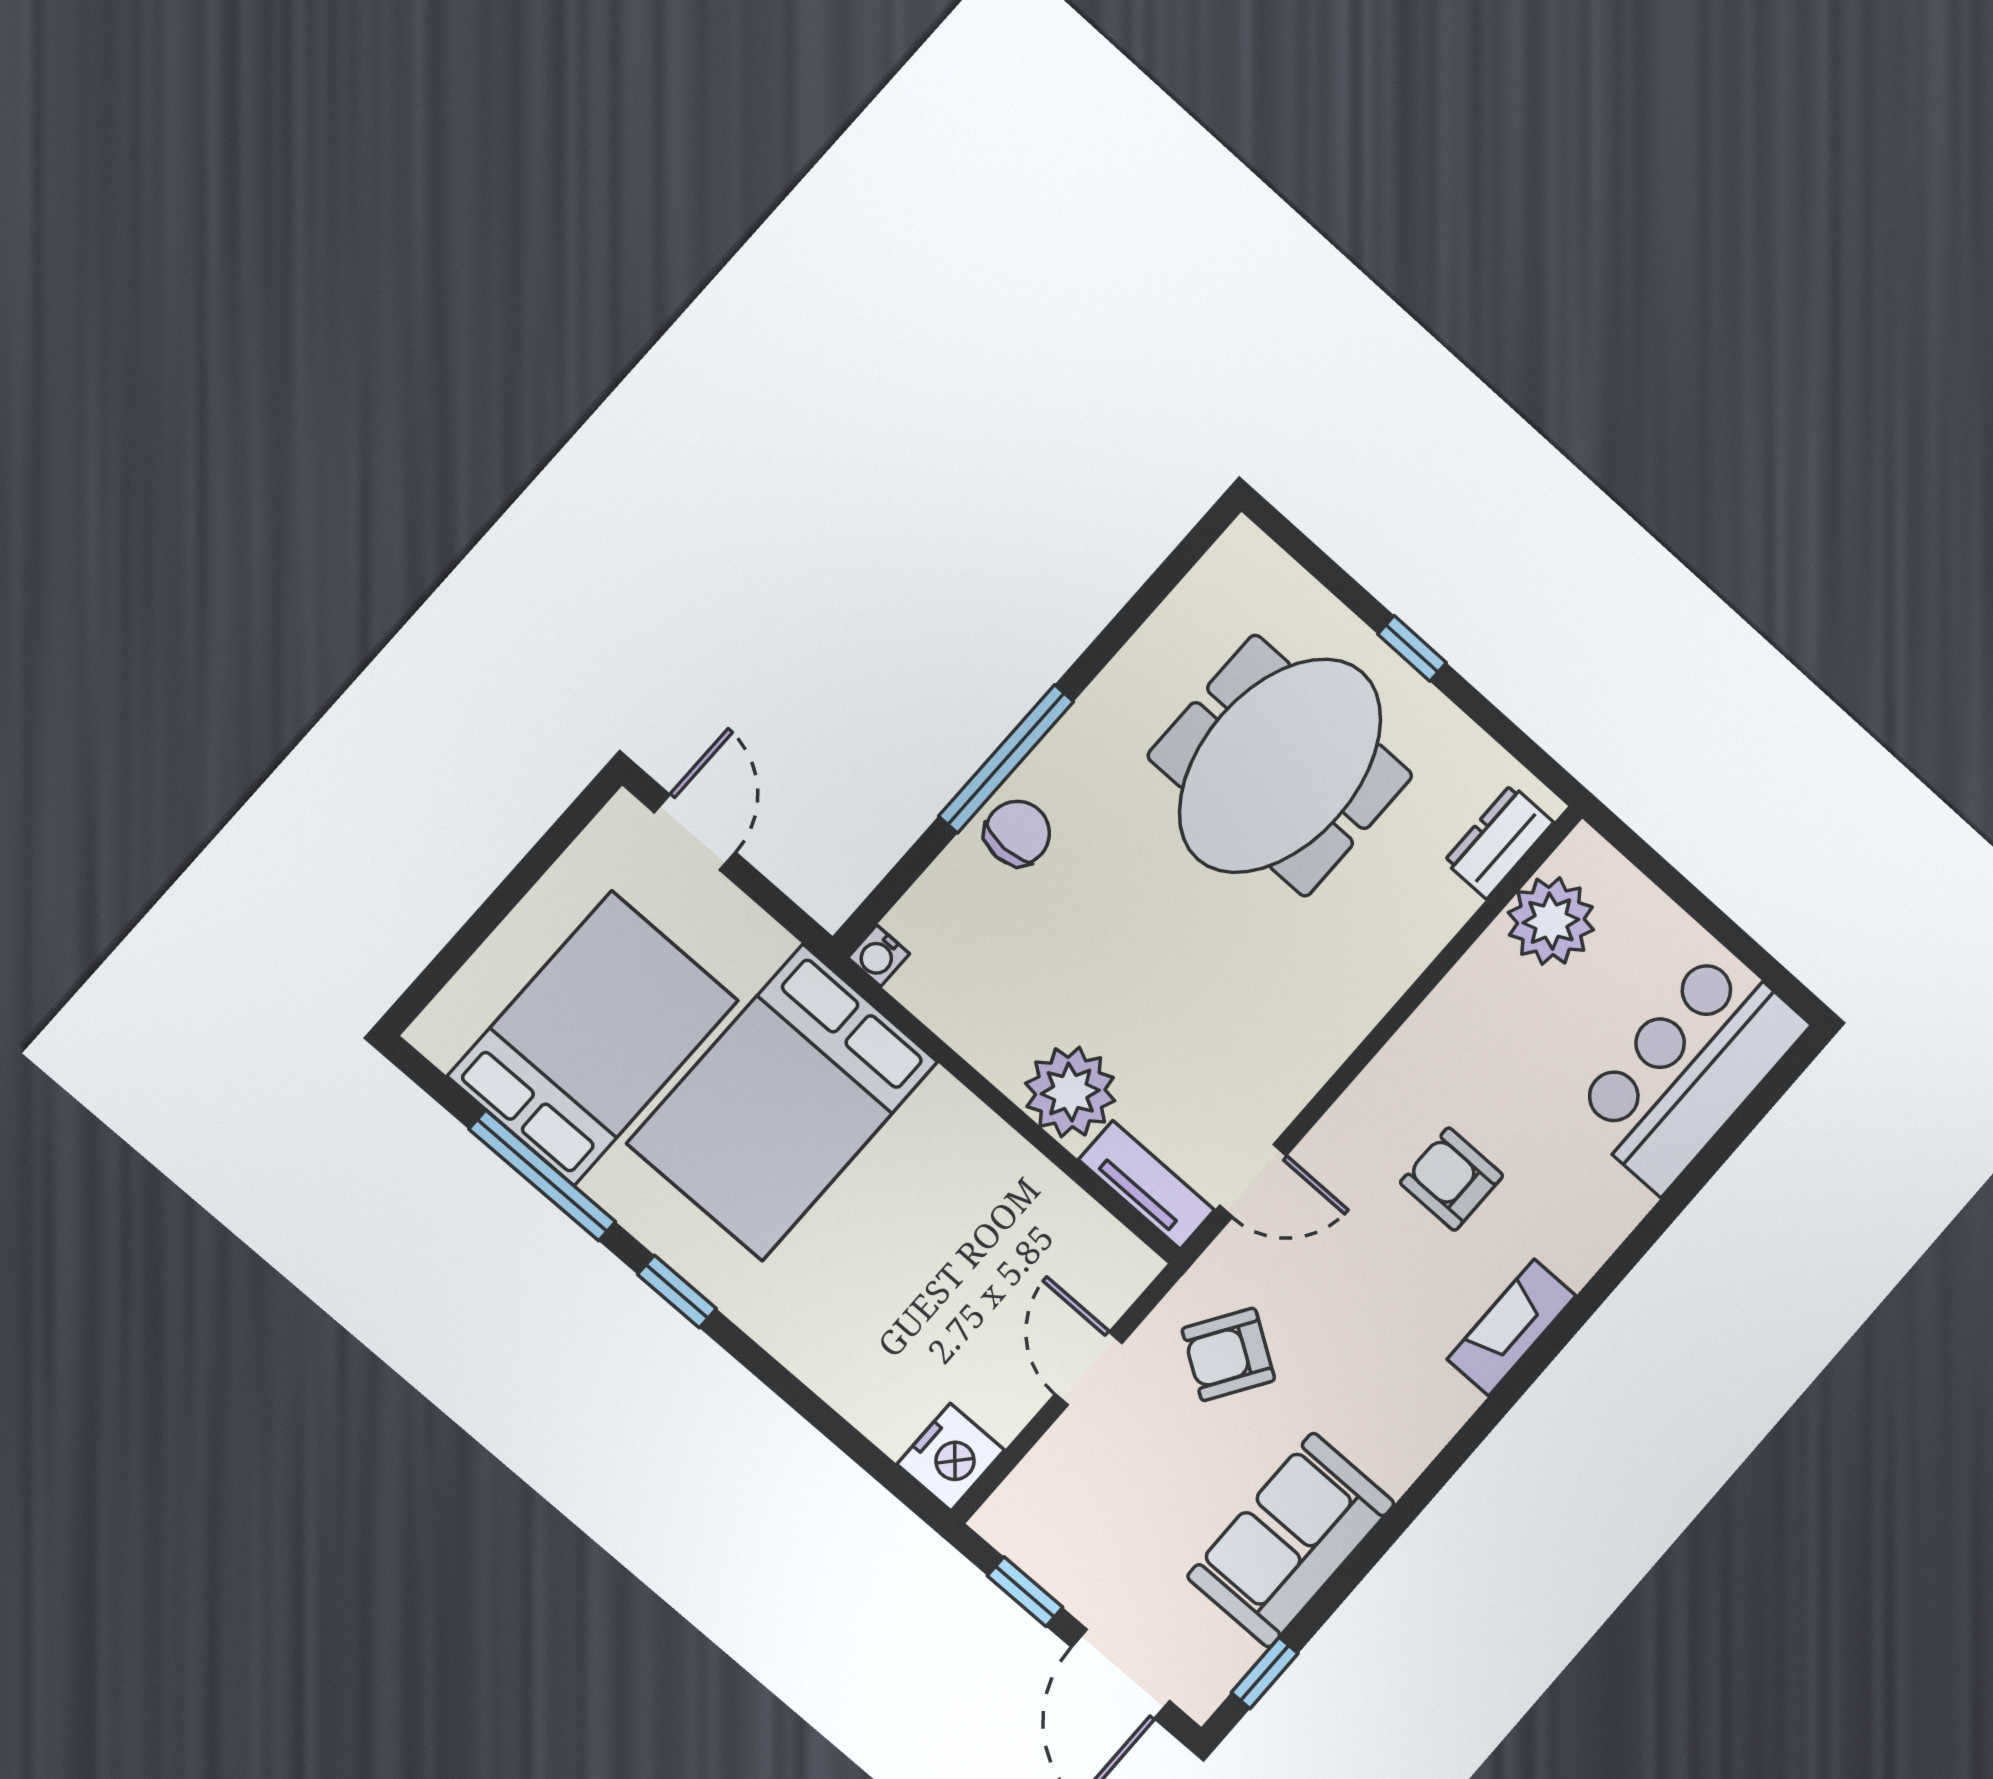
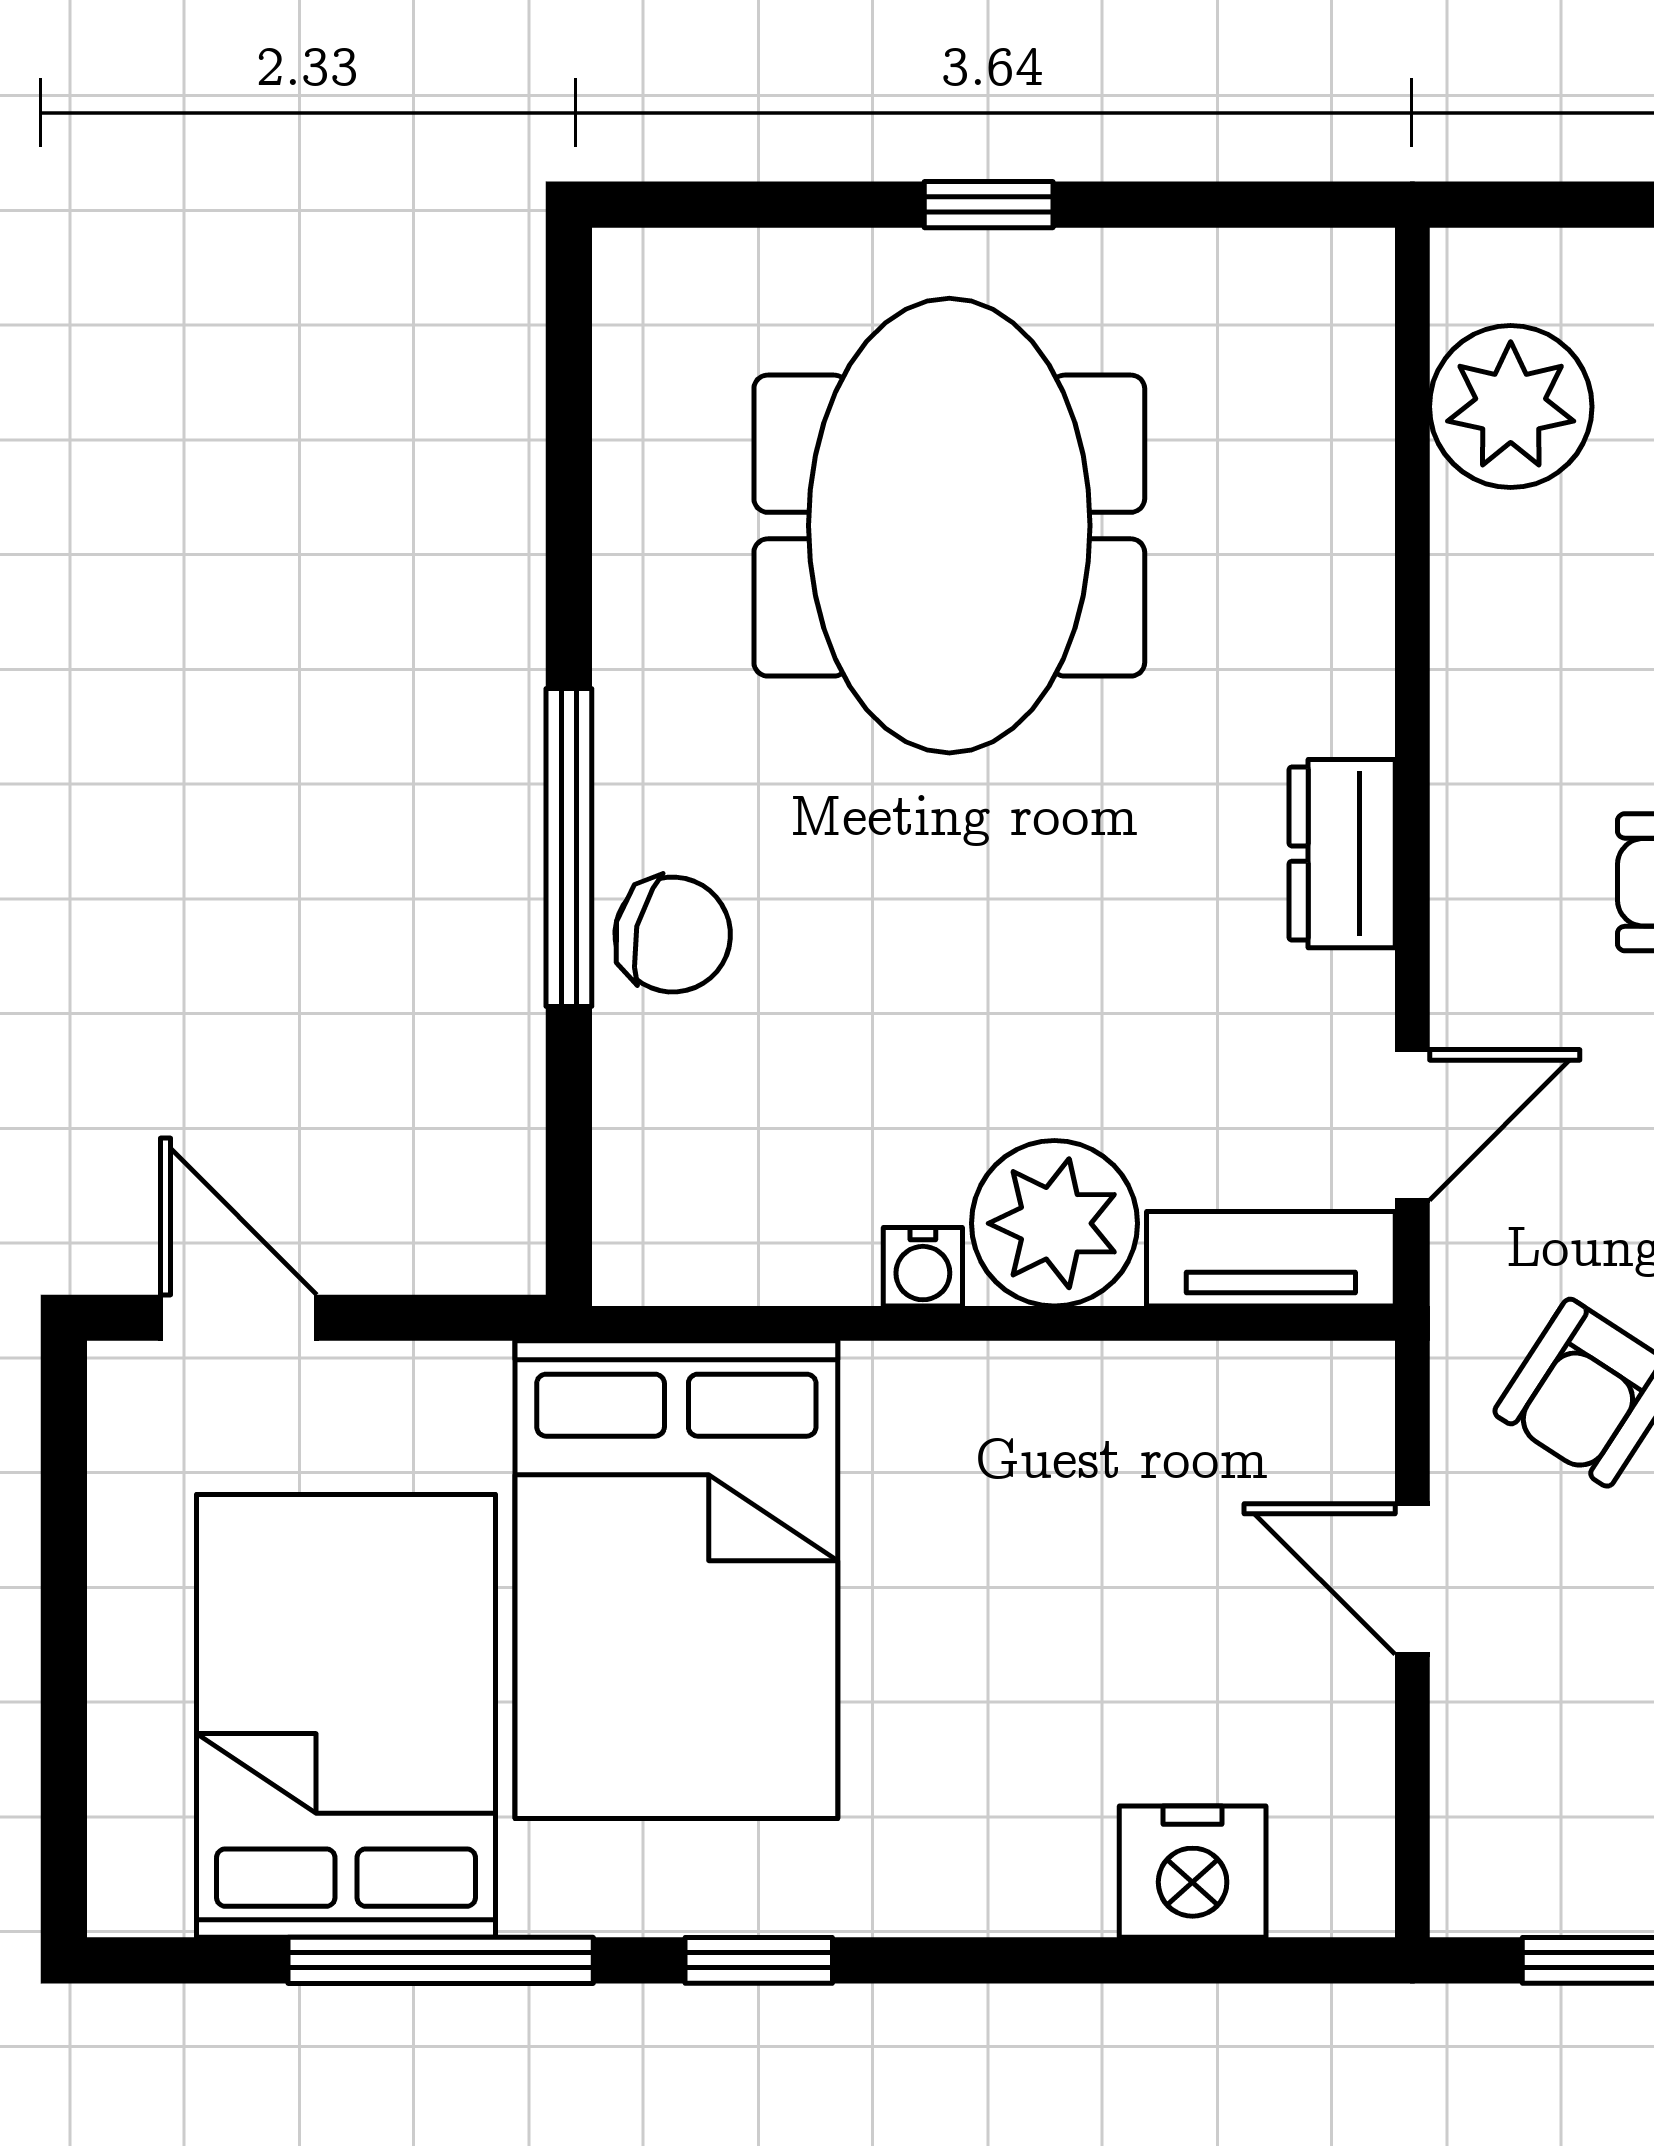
chair: (1017, 833) -> (673, 935), turned 103
dresser: (1499, 842) -> (1342, 854), moved
water cooler: (879, 956) -> (923, 1267), moved
nightstand: (951, 1457) -> (1193, 1872), moved, turned 90

